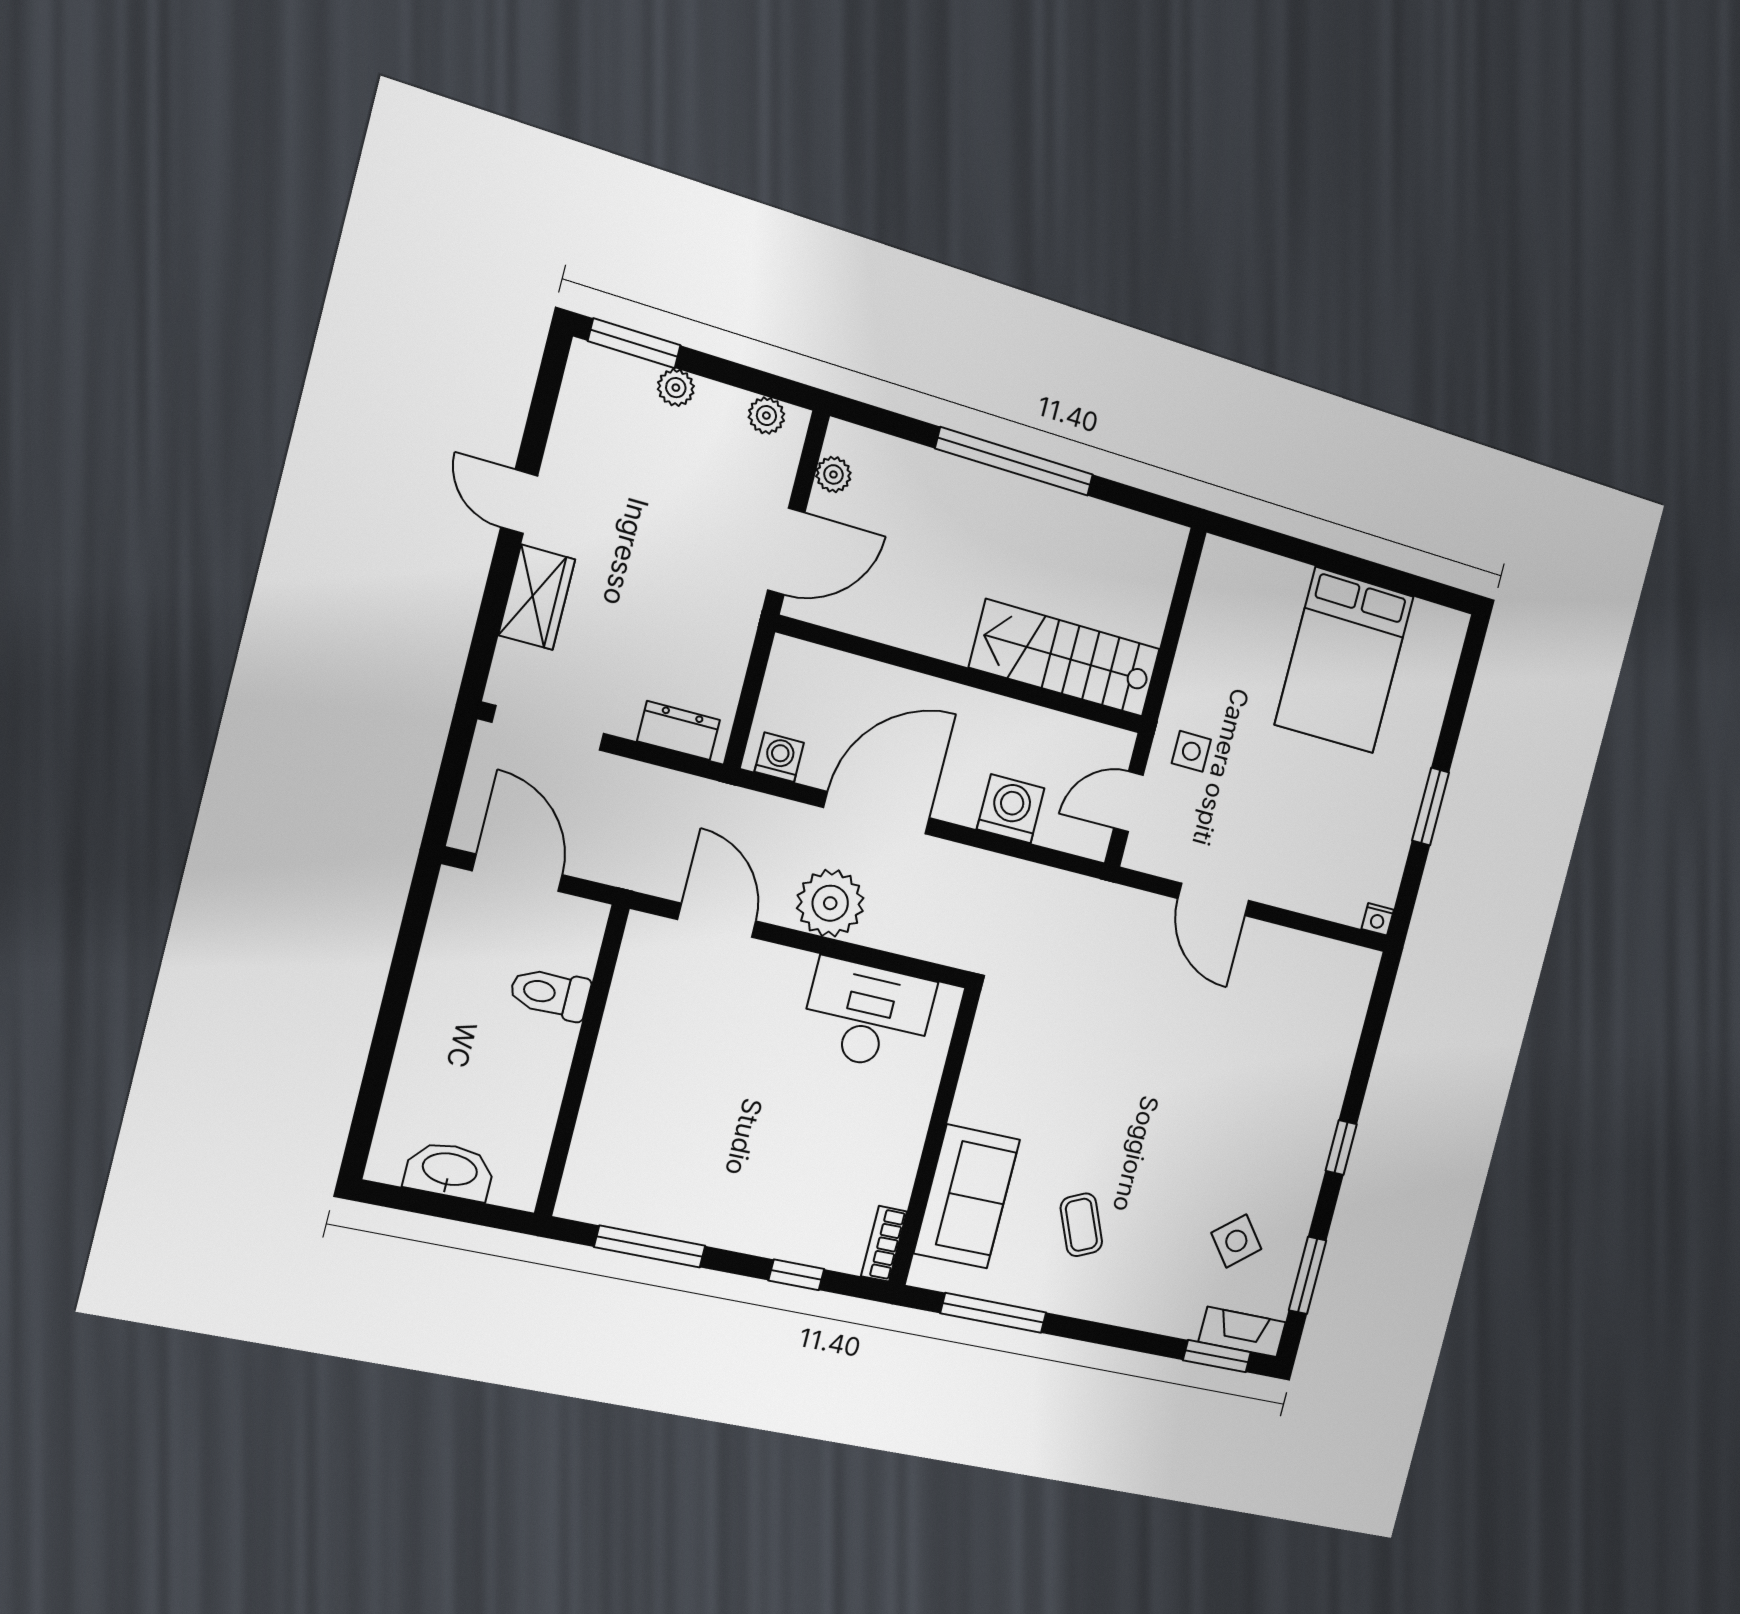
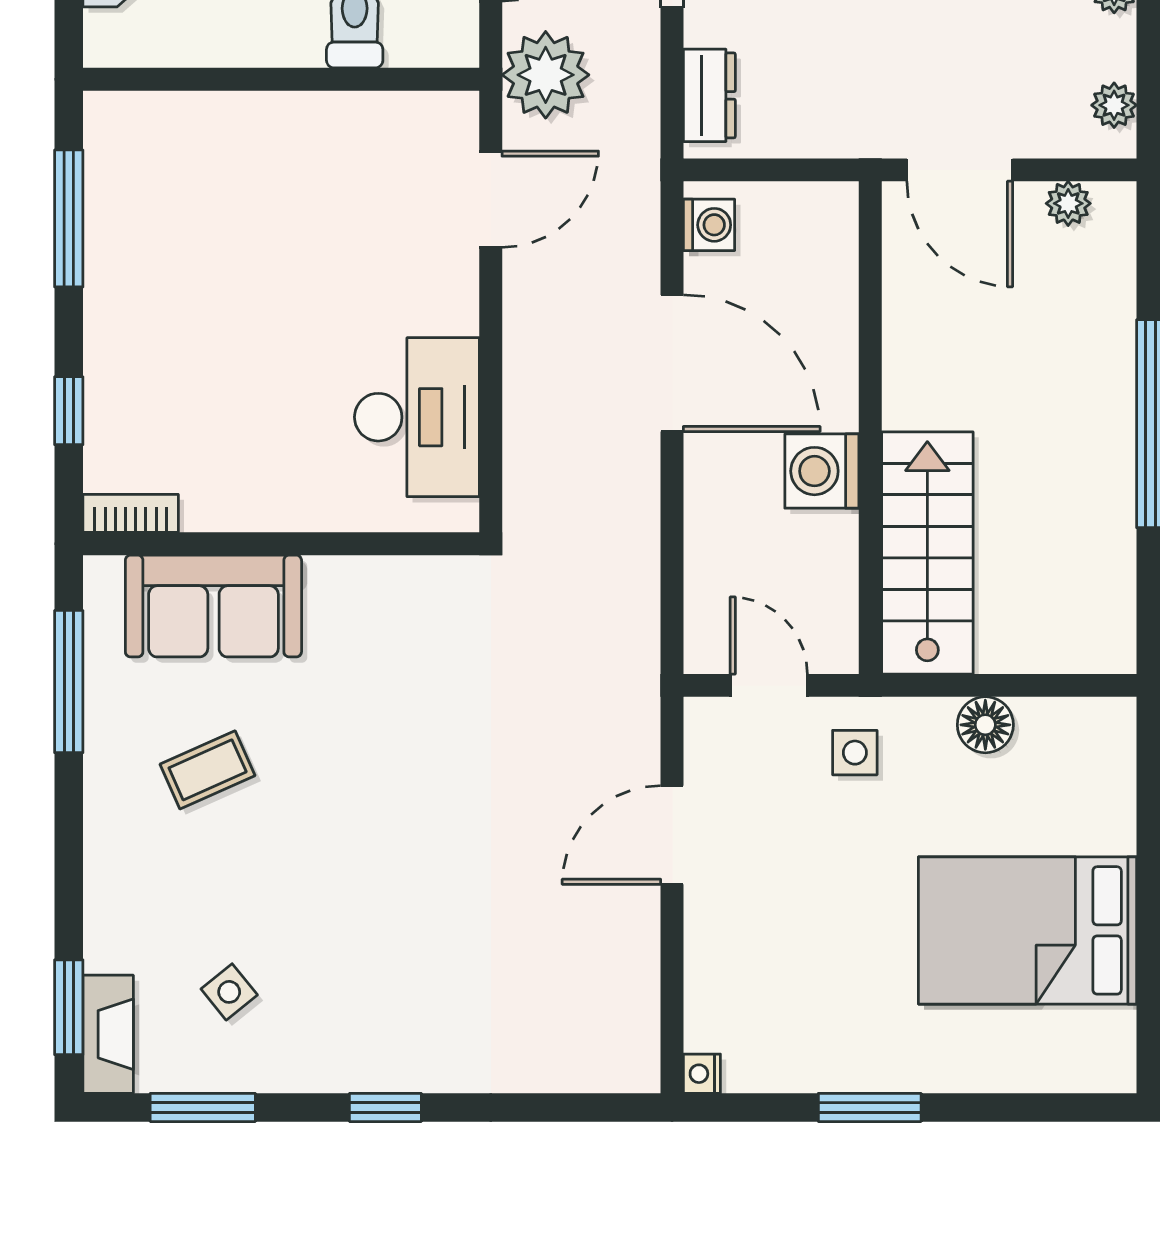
floor lamp: (1197, 650) -> (985, 725), added
washing machine: (1011, 809) -> (822, 471), moved, turned 180
plant: (830, 903) -> (546, 75), moved
side table: (1236, 1241) -> (229, 992), width x0.73, depth x0.73

